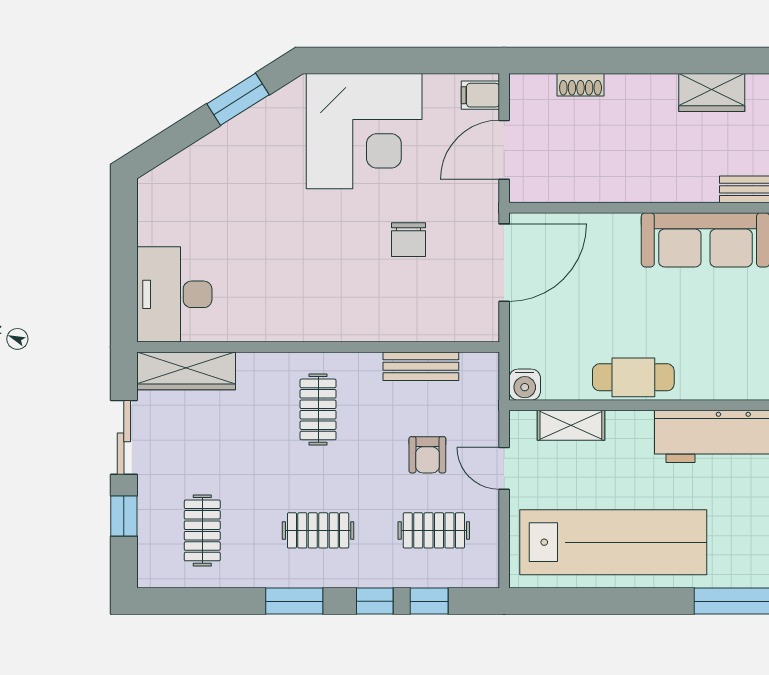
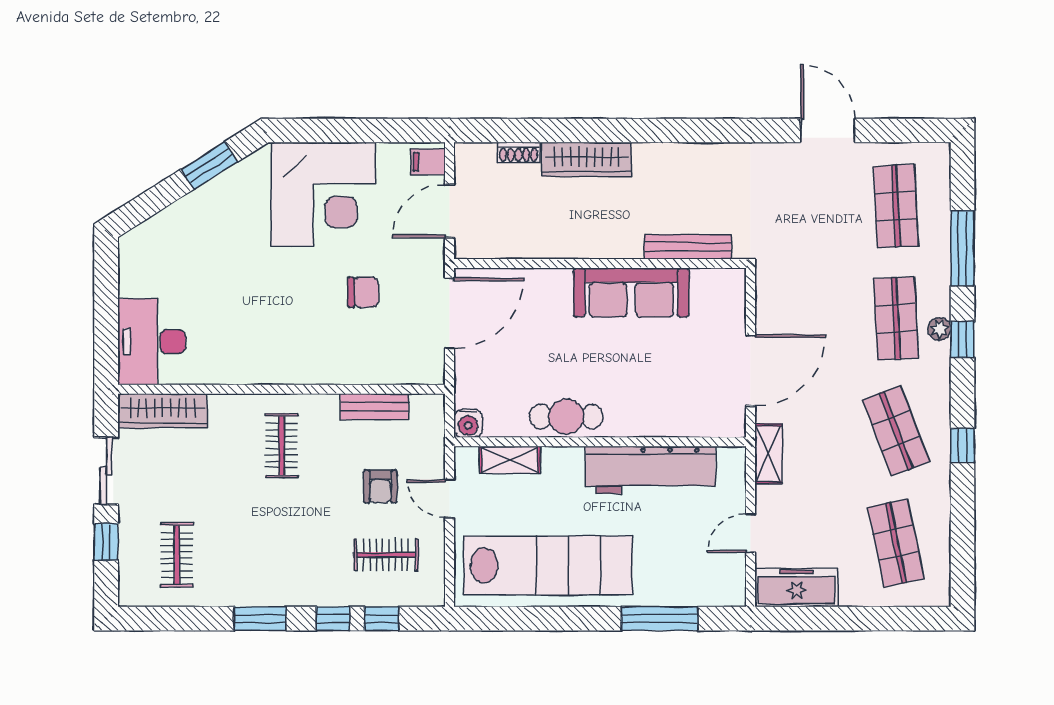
wardrobe: (712, 93) -> (587, 159), moved, width x1.50
chair: (409, 240) -> (363, 292), turned -90
clothes rail: (318, 530) -> (282, 555), removed

